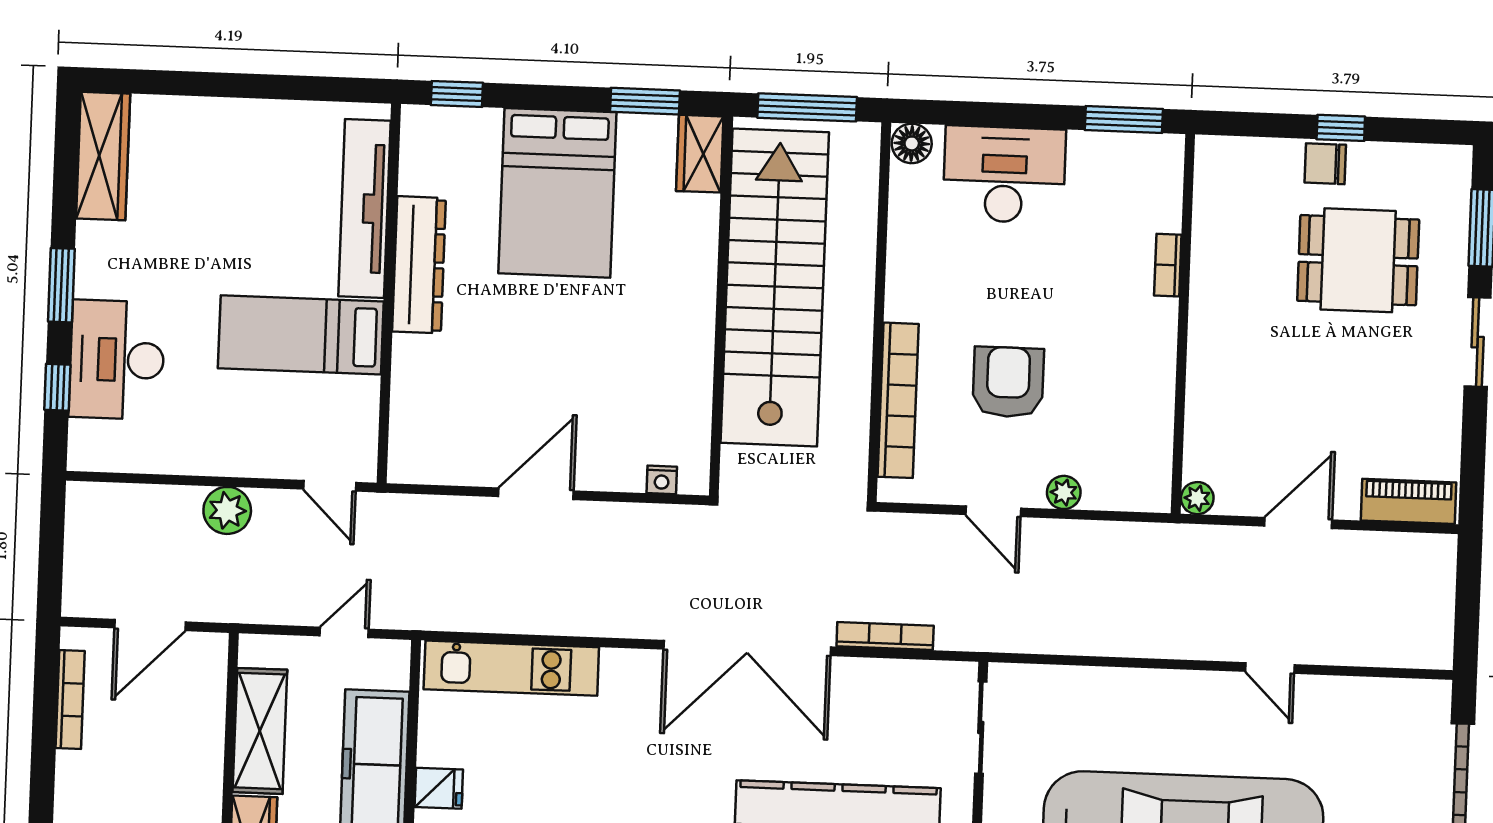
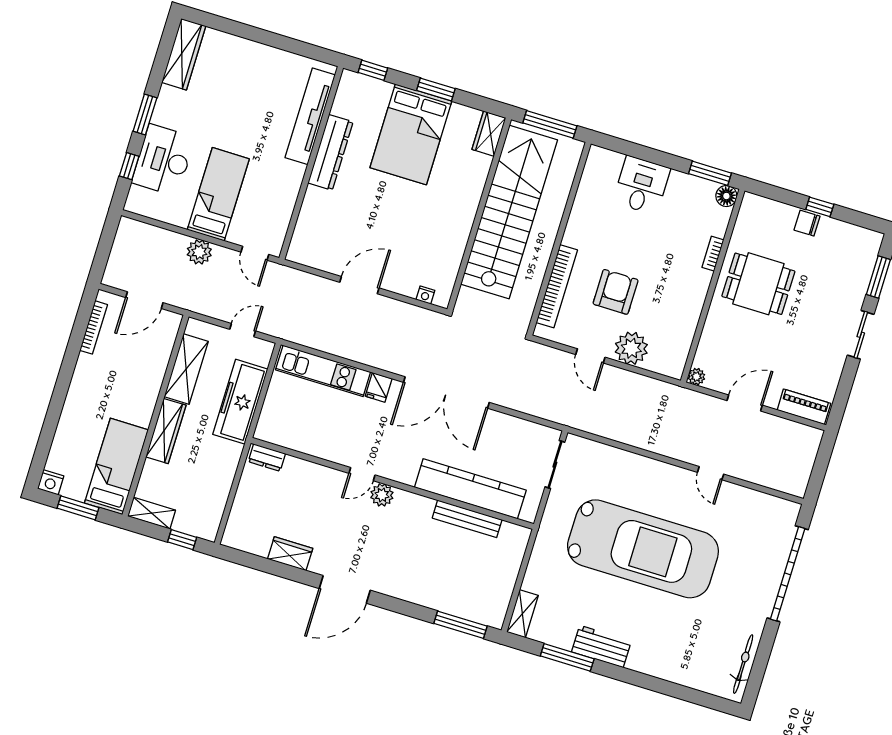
window: (645, 101) -> (436, 90), moved
floor lamp: (912, 143) -> (726, 196), moved
desk: (1004, 174) -> (642, 185), width x0.73
dining table: (1358, 260) -> (758, 284), moved
bed: (301, 335) -> (218, 194), moved, turned 90
plant: (1064, 492) -> (631, 348), width x1.88, depth x1.88
bookcase: (885, 636) -> (518, 405), removed
fridge: (439, 788) -> (379, 387), moved, turned 90

